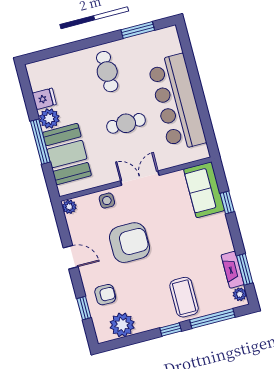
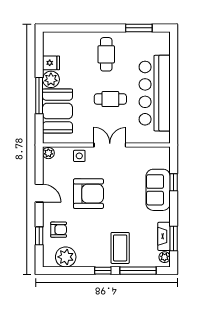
sofa: (204, 190) -> (158, 190), moved

